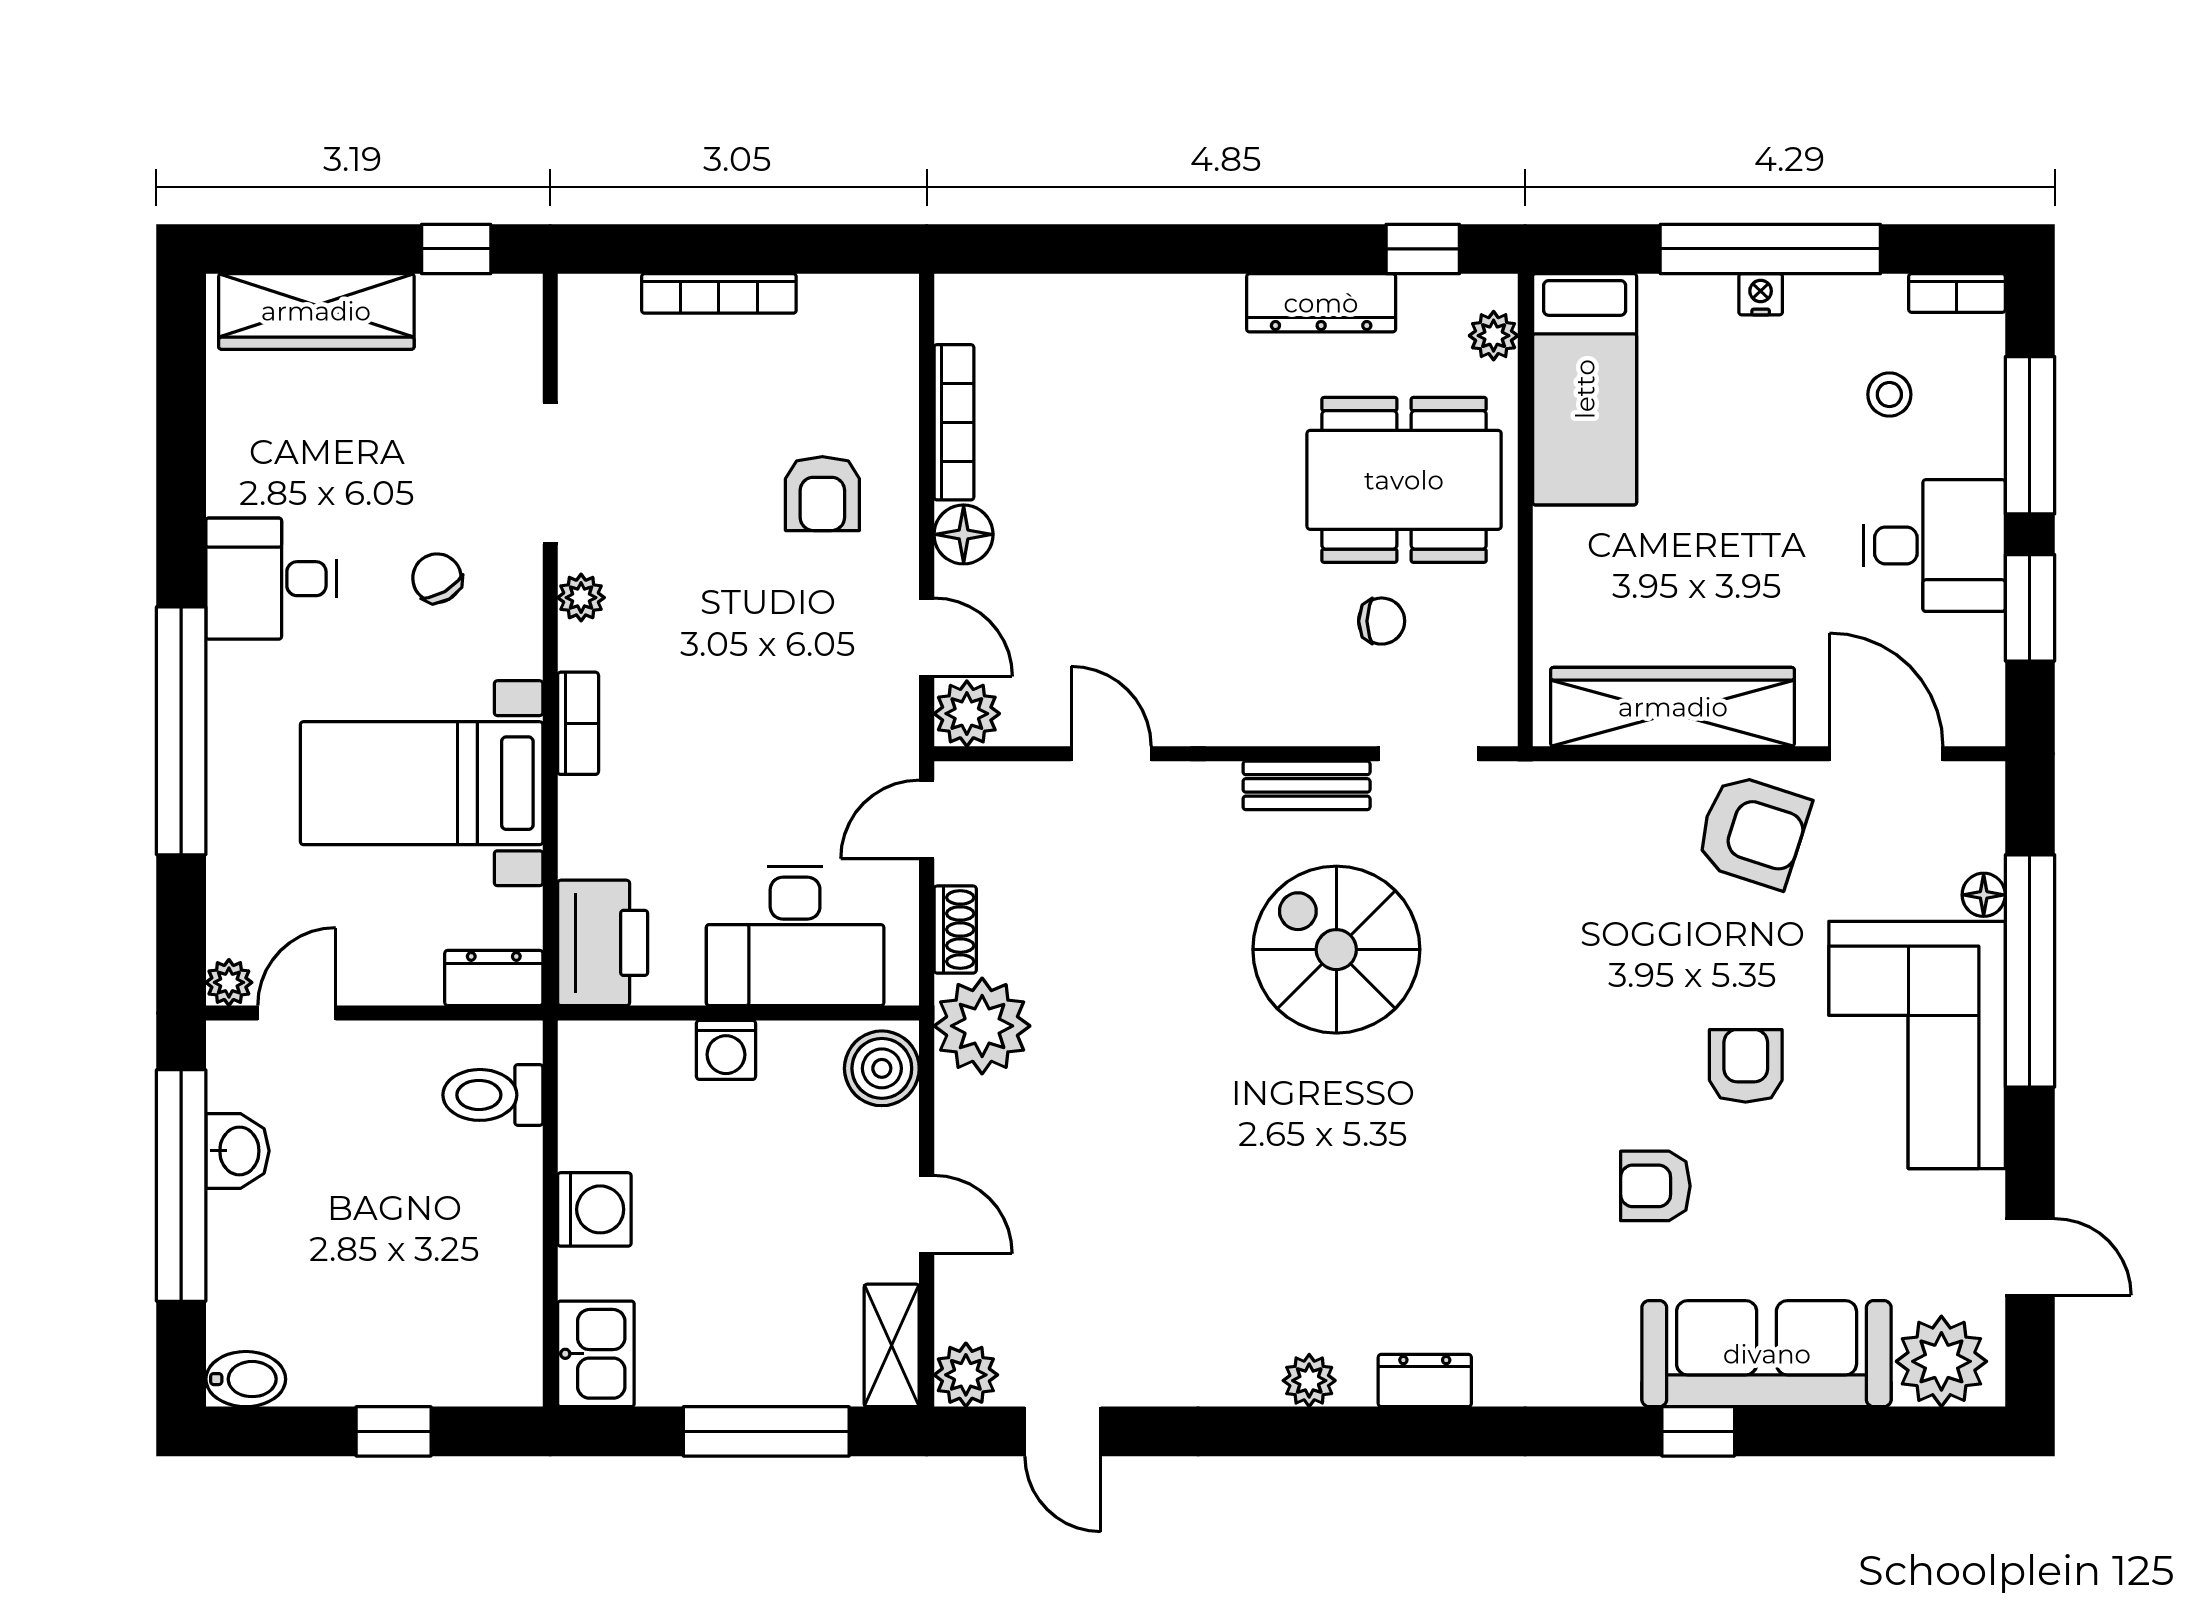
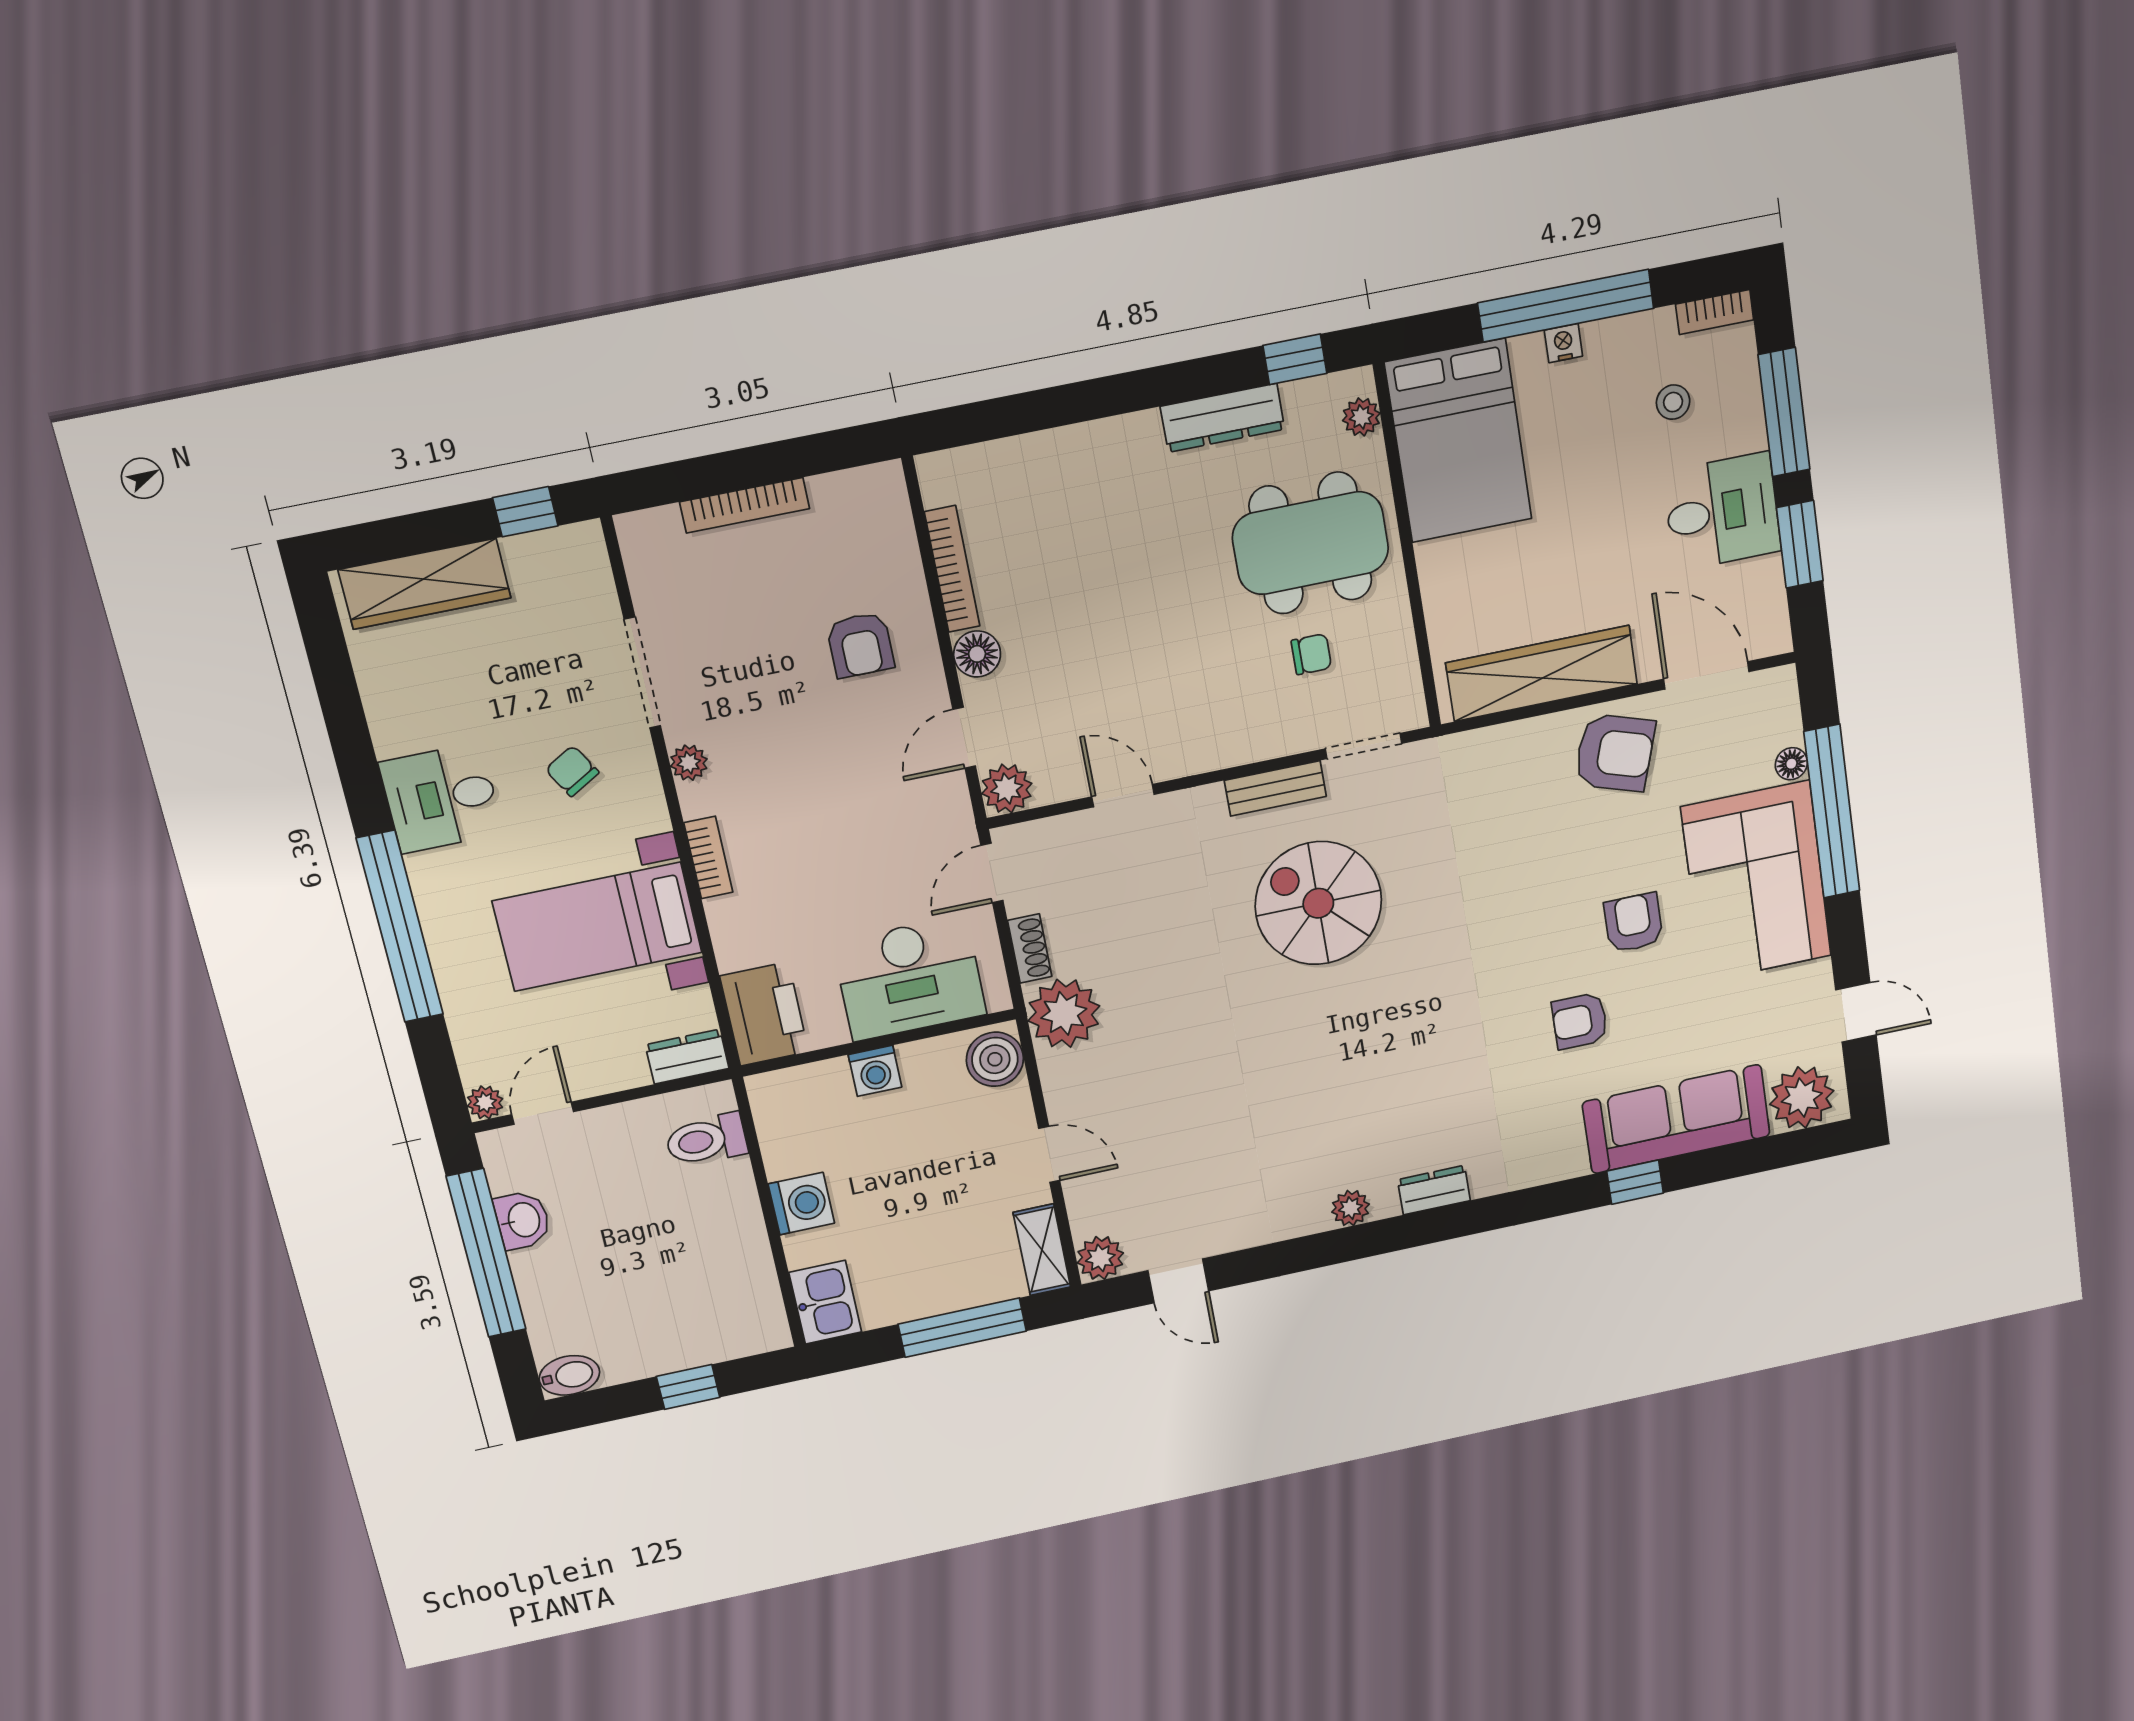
bed: (1585, 389) -> (1459, 441), width x1.50
door: (927, 637) -> (964, 738), swing flipped

